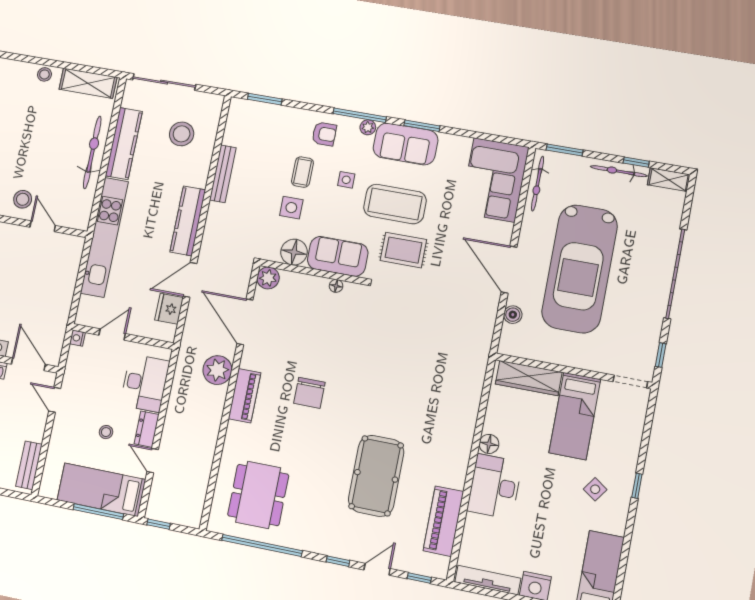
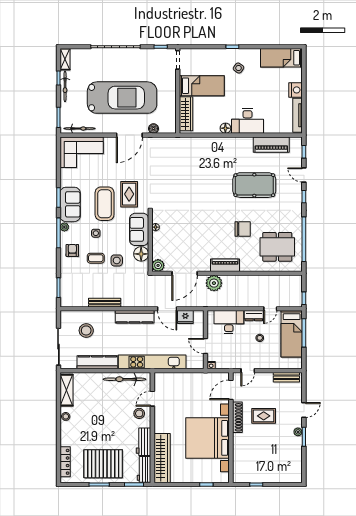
bicycle: (92, 152) -> (125, 379), moved
chair: (309, 393) -> (243, 229), moved

